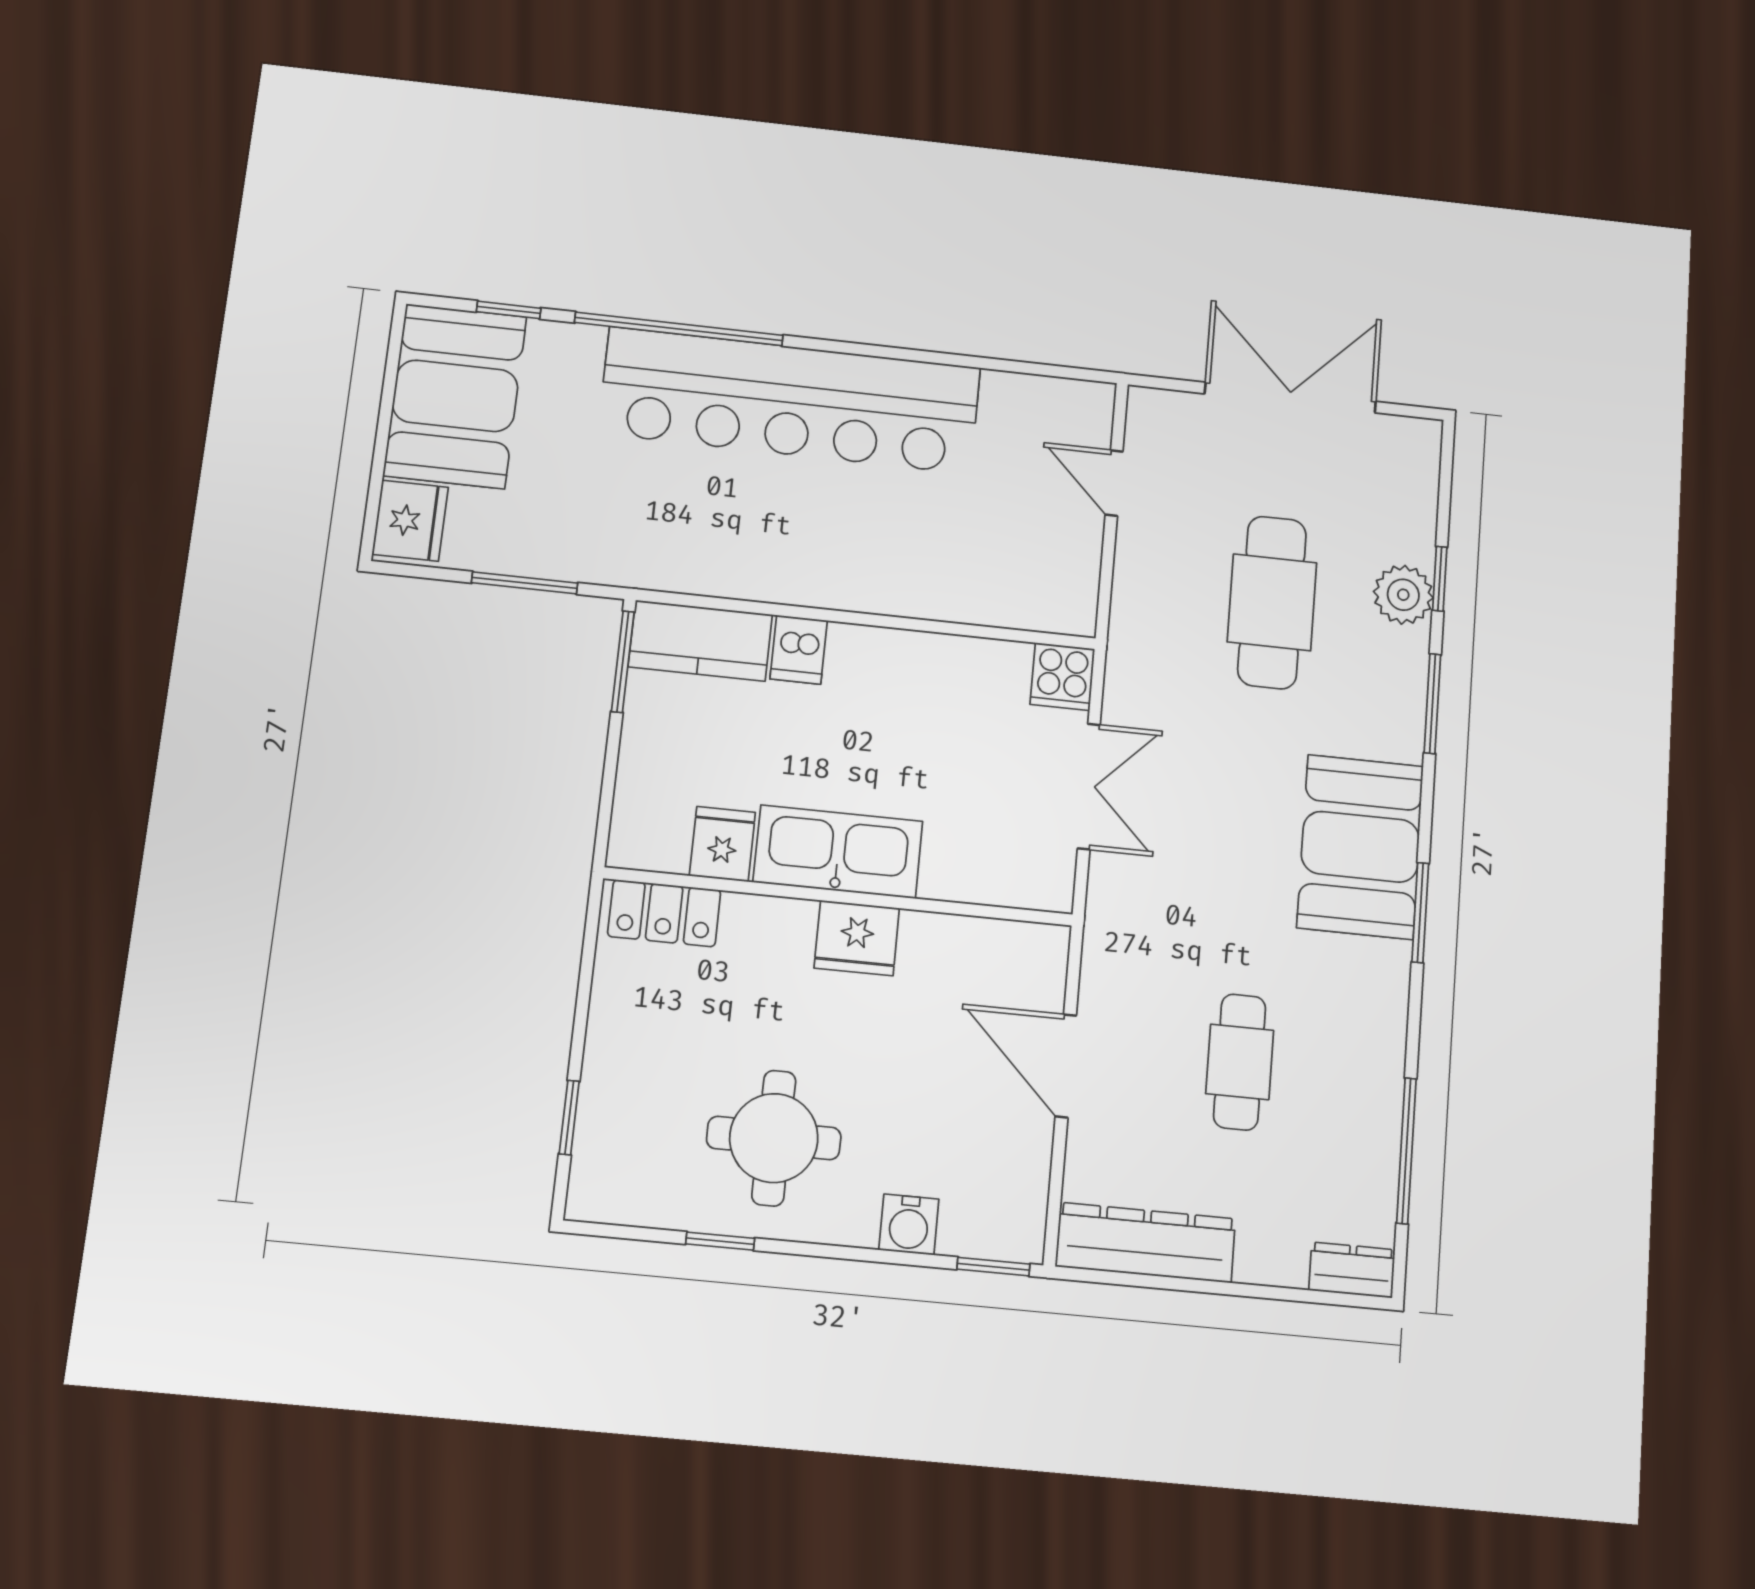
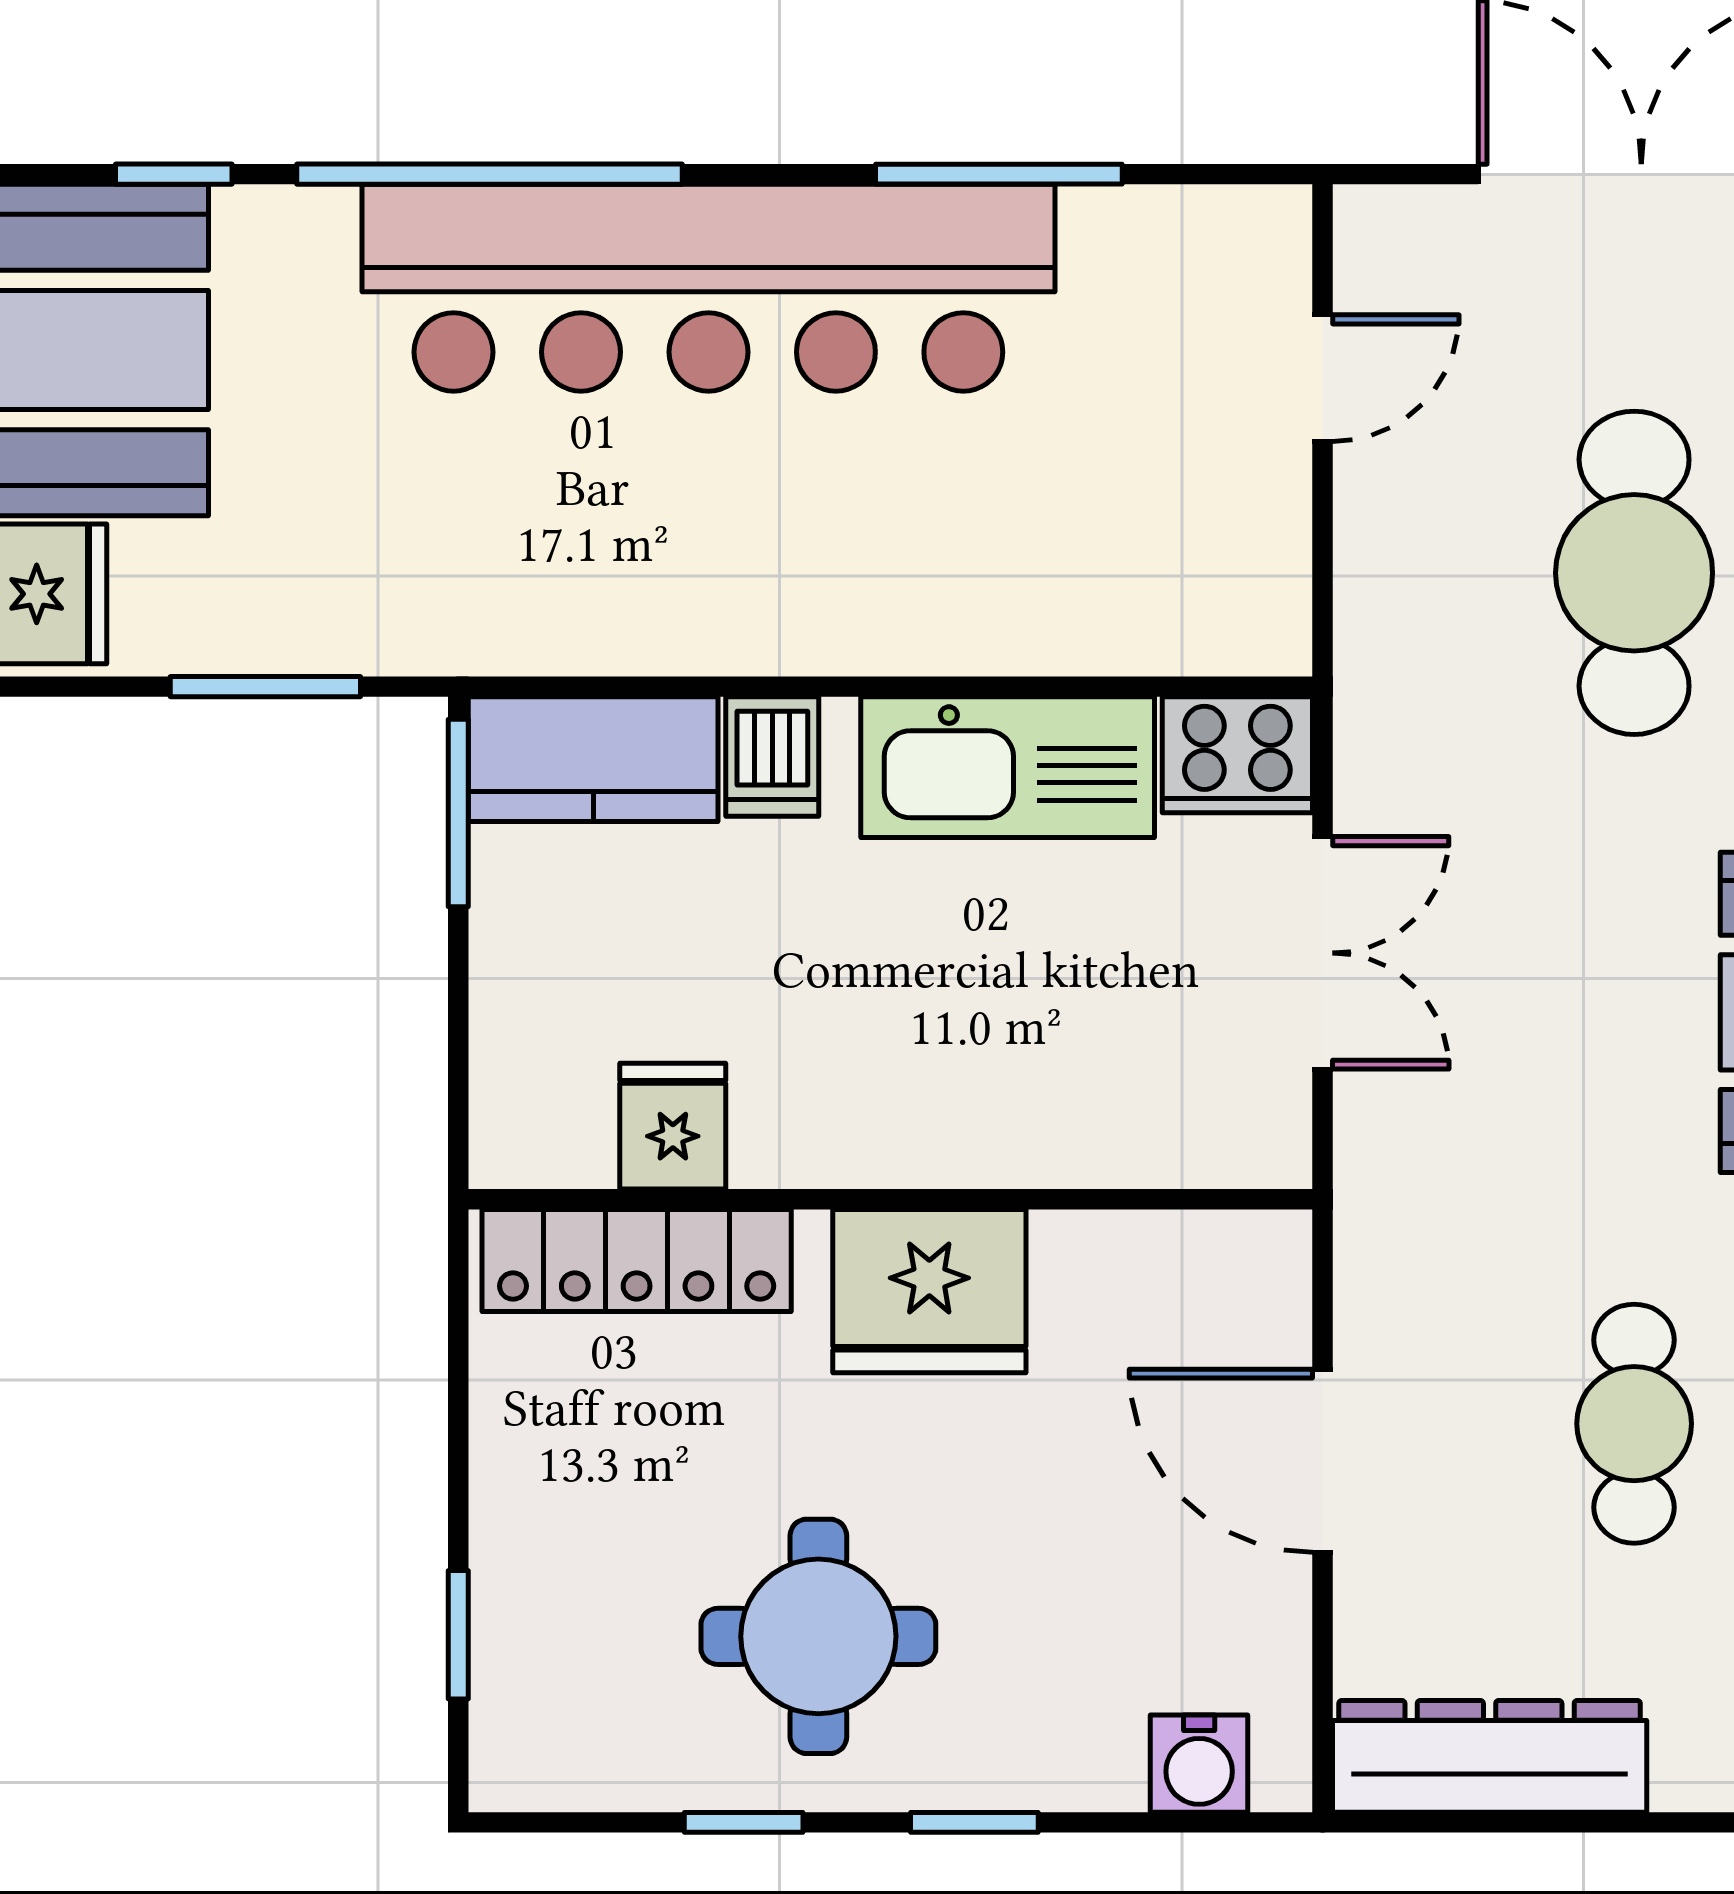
window: (951, 360) -> (999, 174), added
door: (1114, 483) -> (1323, 378), swing flipped
cooker: (1062, 677) -> (1237, 755), width x1.36
kitchen sink: (838, 852) -> (1008, 767), moved, turned 180
locker: (664, 913) -> (637, 1260), width x1.53
fridge: (857, 938) -> (929, 1291), width x1.36, depth x1.34
water cooler: (909, 1225) -> (1199, 1764), moved
window: (993, 1267) -> (974, 1822), moved

